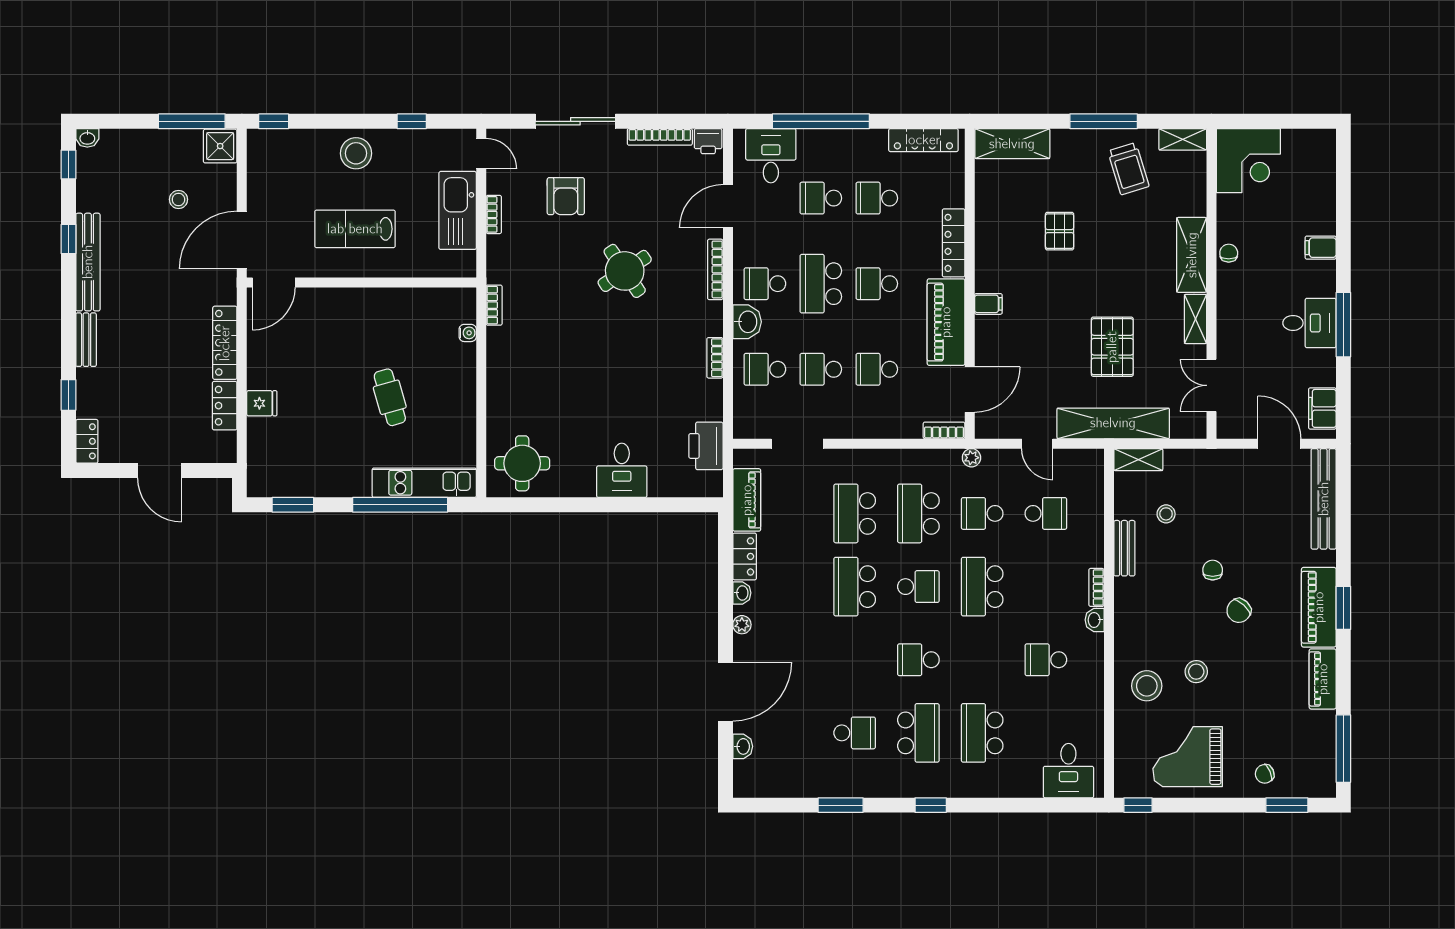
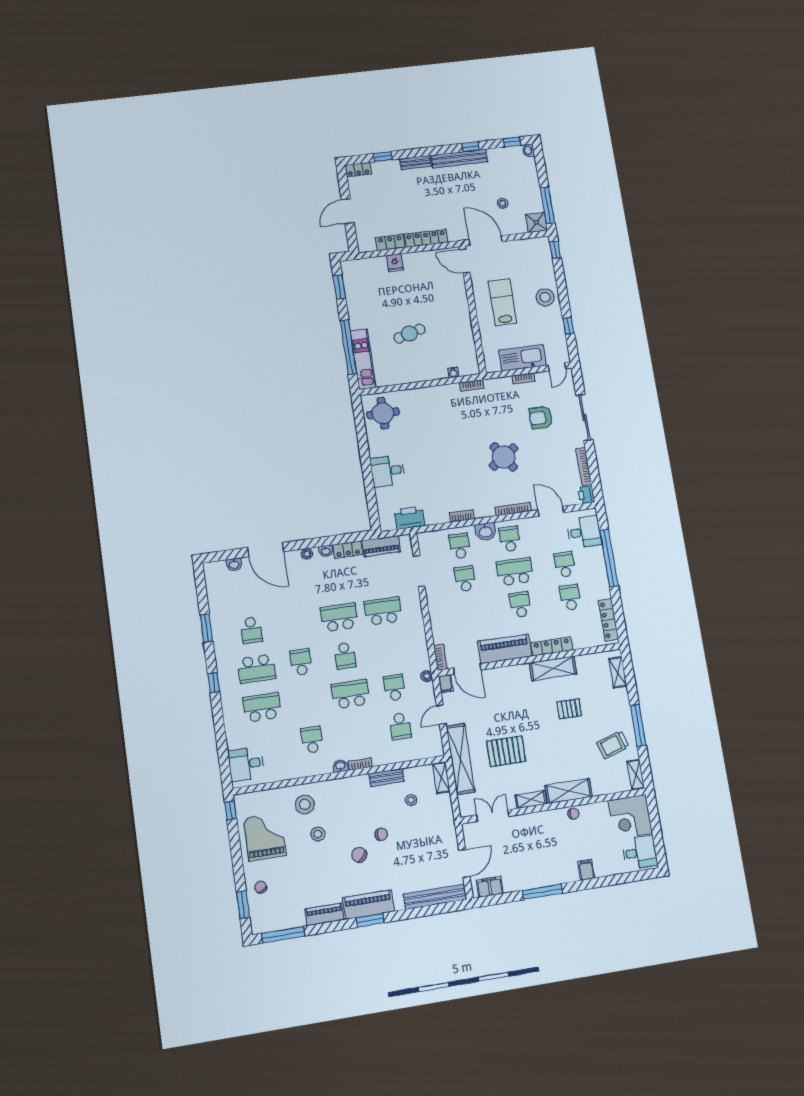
shelving: (1012, 144) -> (618, 672), width x0.67, depth x0.75
shelving: (990, 247) -> (553, 668), added
filing cabinet: (988, 304) -> (446, 684), moved
desk: (1309, 323) -> (640, 852), moved, turned -90
school desk: (877, 369) -> (470, 612), removed
school desk: (918, 513) -> (389, 649), removed

